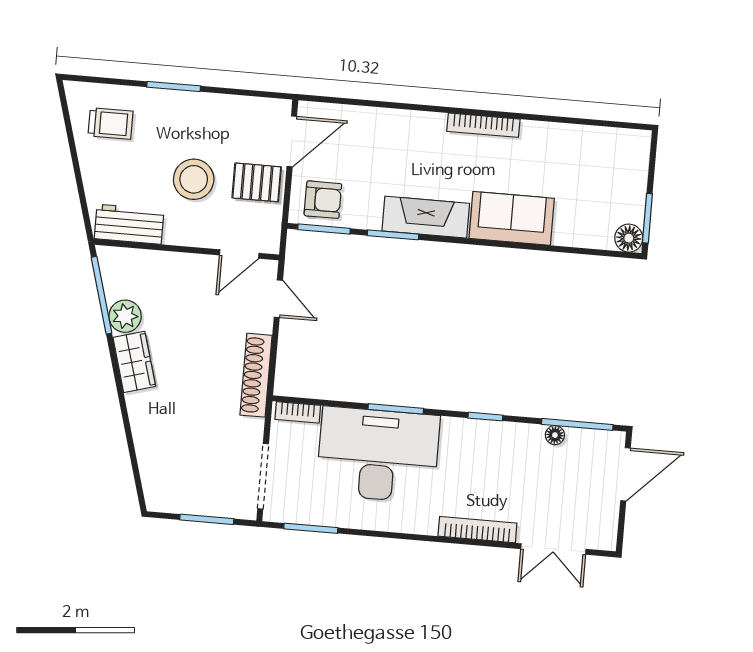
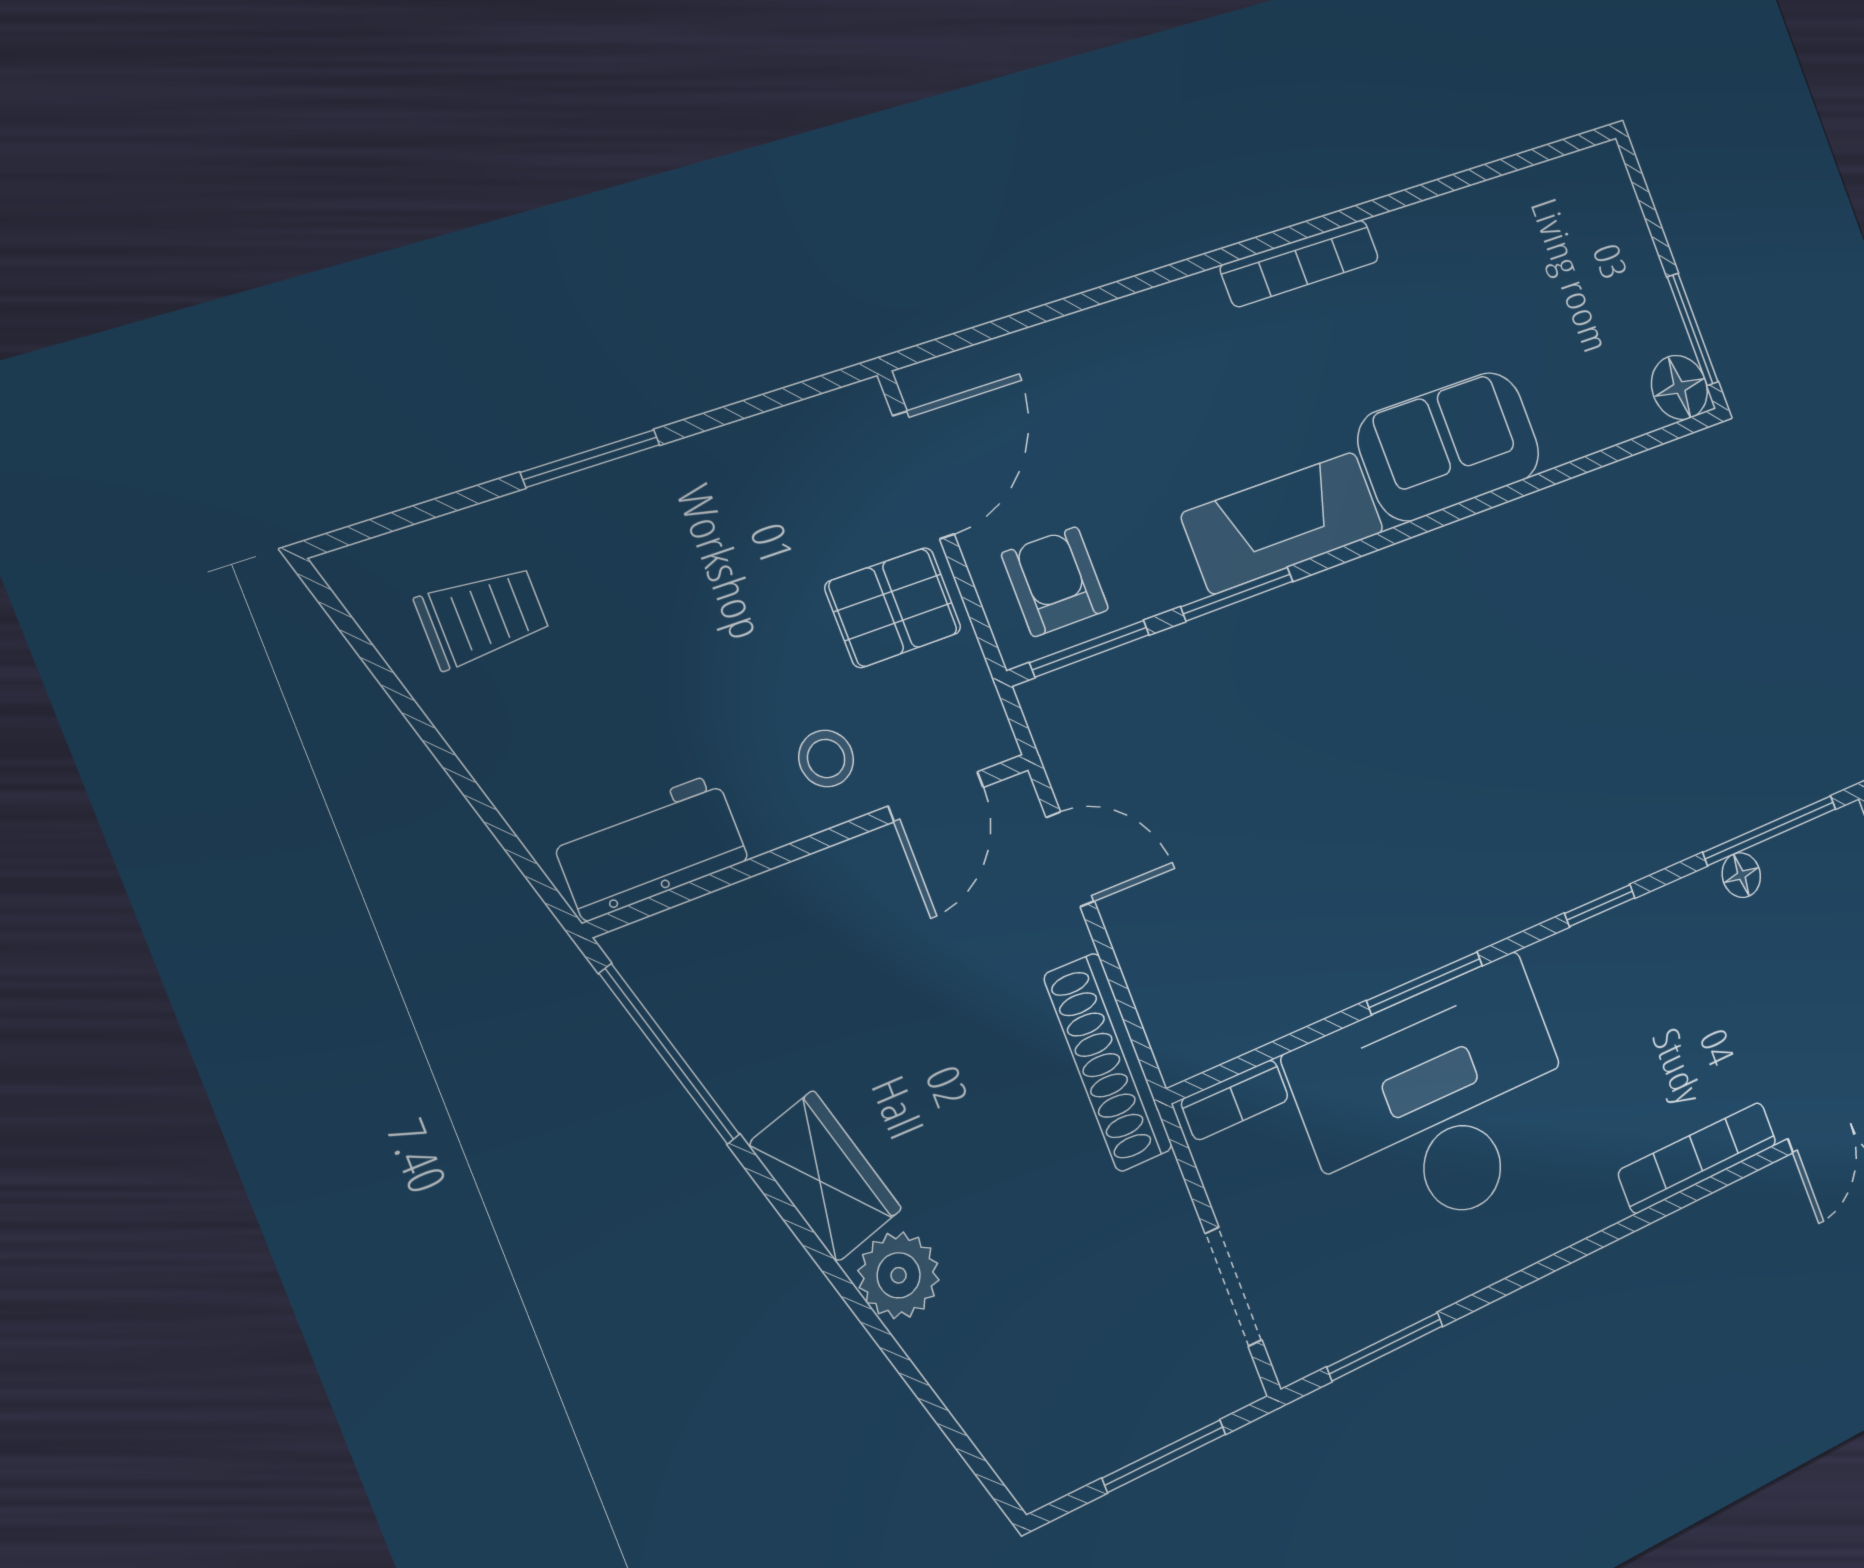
stool: (194, 179) -> (826, 759), moved, width x0.53, depth x0.53
armchair: (323, 200) -> (1055, 582), turned -90
plant: (125, 316) -> (899, 1275), moved
doorway: (263, 476) -> (1234, 1287), width x0.73

